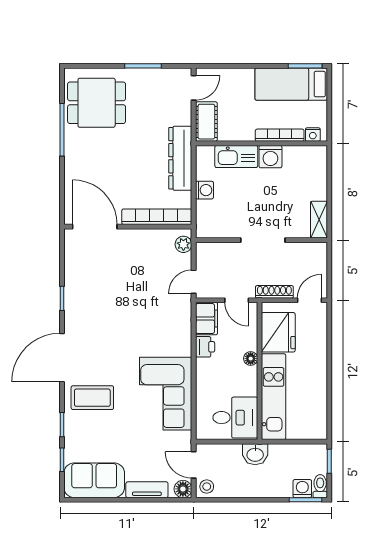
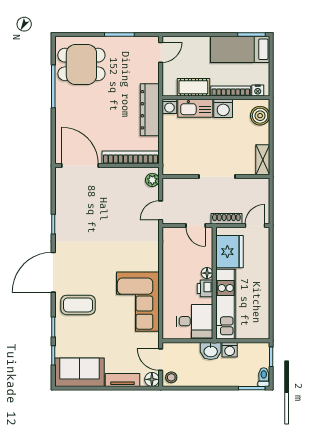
cot: (206, 122) -> (193, 87), moved, turned 90
boiler: (316, 166) -> (260, 116), added
washing machine: (205, 190) -> (169, 106), moved, turned 90
filing cabinet: (206, 319) -> (171, 240), removed
printer: (205, 347) -> (205, 288), moved, turned 180
washing machine: (302, 489) -> (230, 350), moved, turned 180

